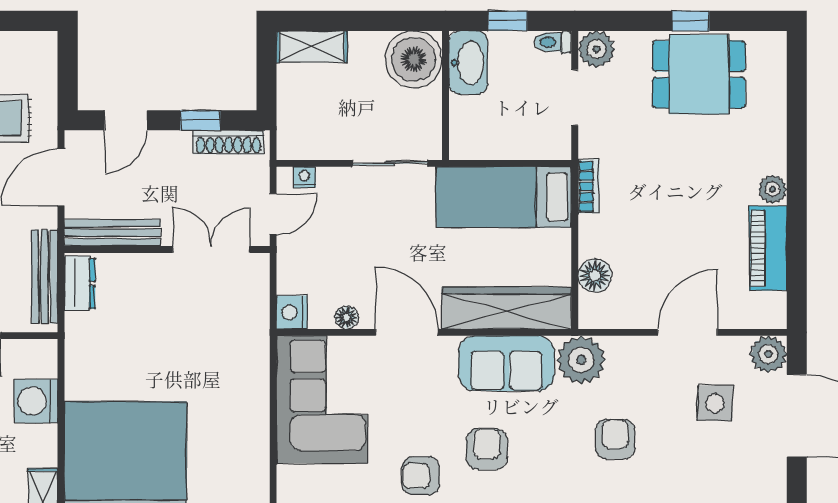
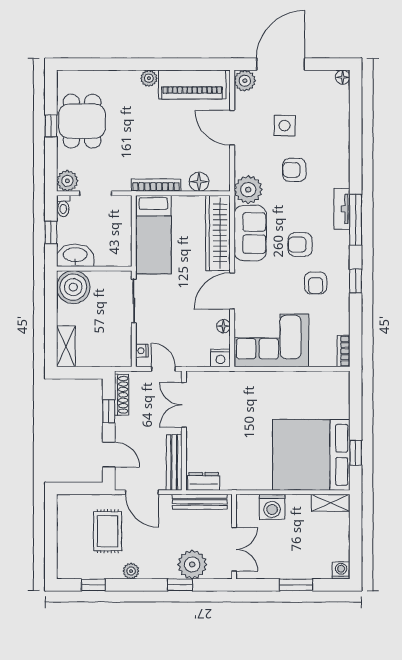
bookcase: (589, 186) -> (156, 185), width x1.56
piano: (768, 248) -> (192, 85), width x1.37, depth x1.33
side table: (715, 403) -> (284, 126), moved

